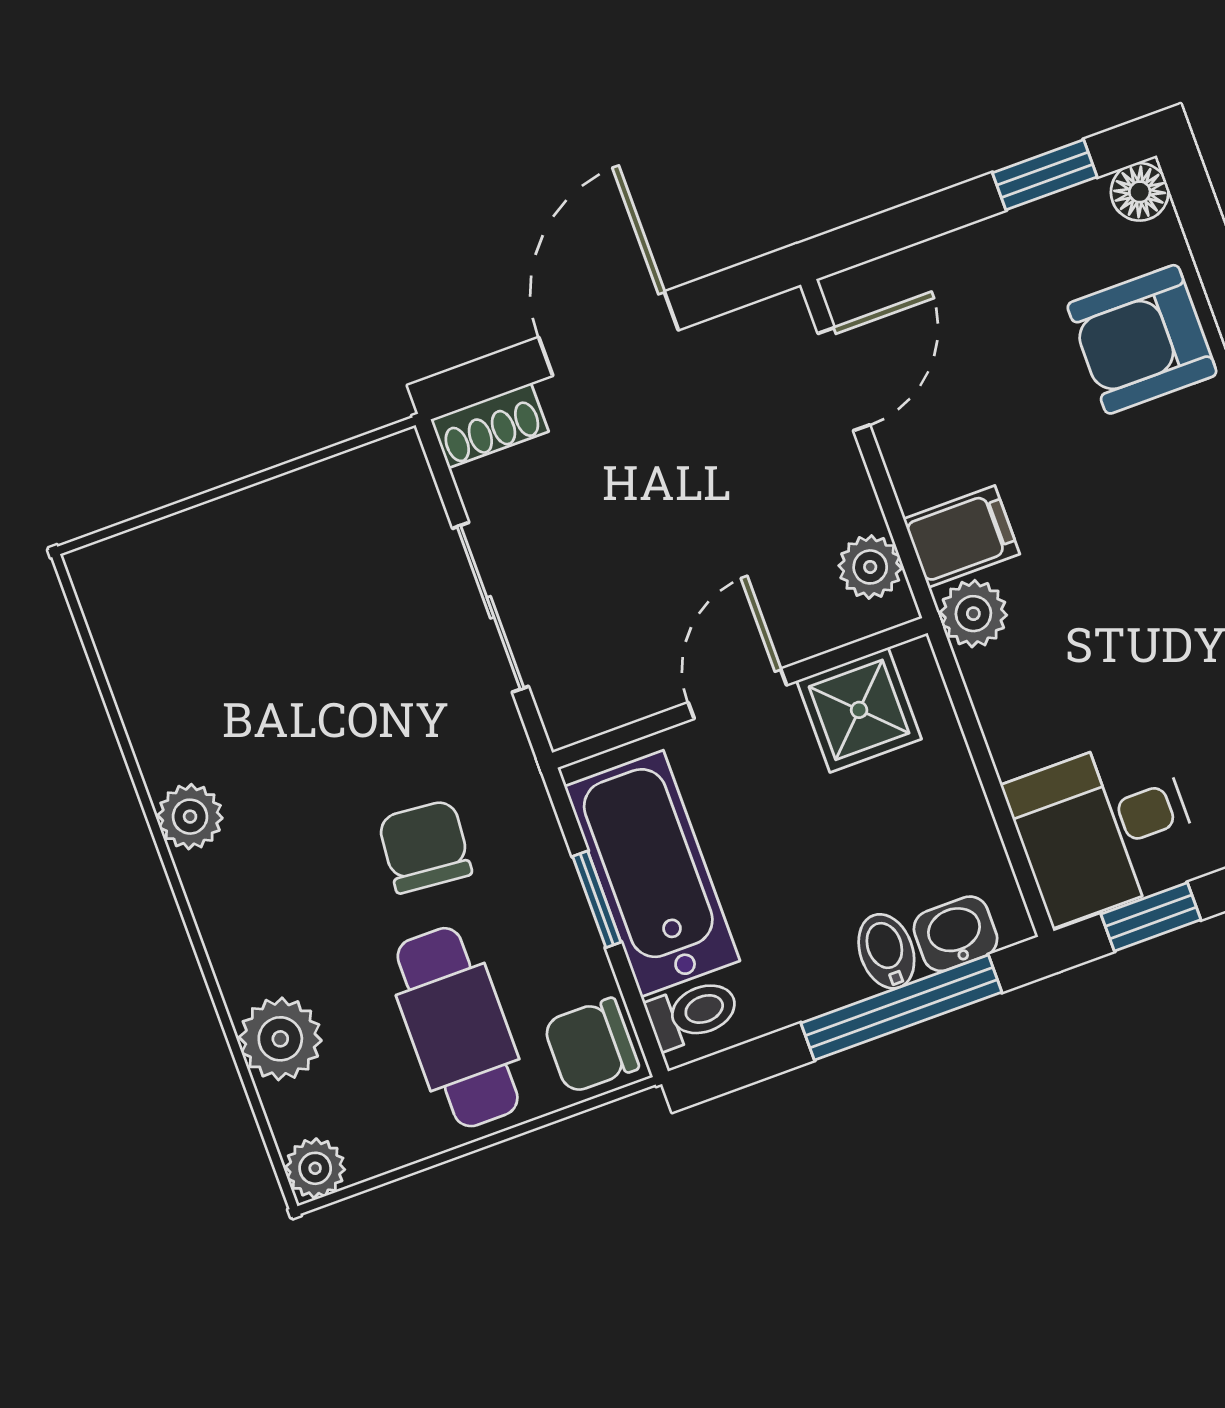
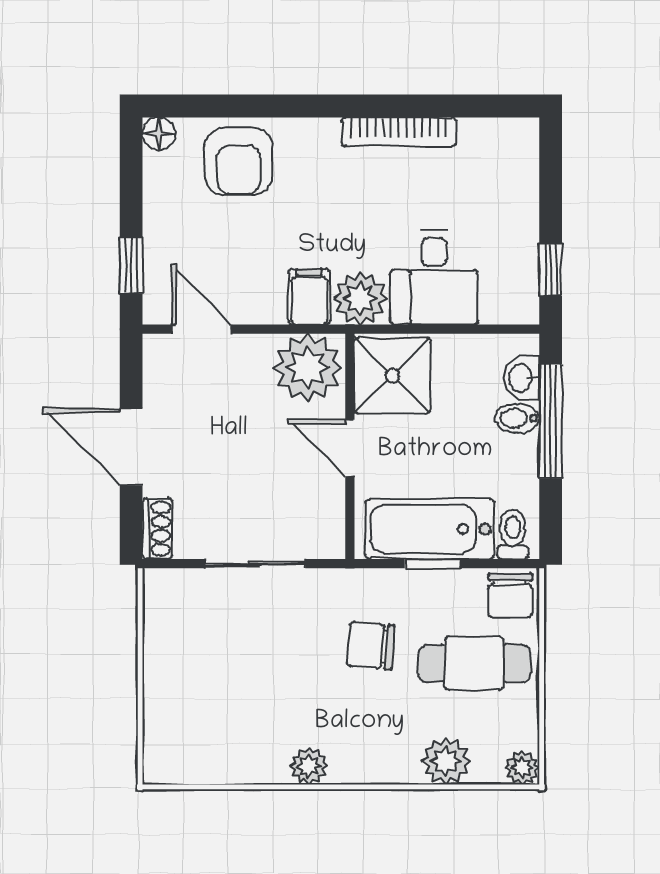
window: (1045, 175) -> (131, 265), moved
plant: (870, 567) -> (308, 368), width x1.88, depth x1.88
plant: (973, 614) -> (360, 298), width x1.38, depth x1.38
shower: (859, 710) -> (392, 376), width x1.36, depth x1.36
desk: (1104, 829) -> (434, 277), moved

